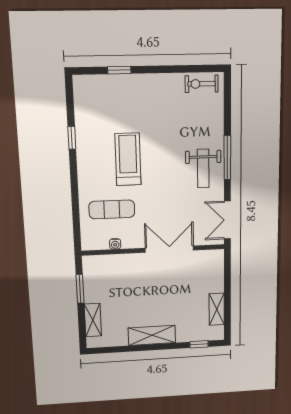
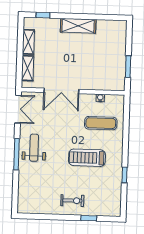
exercise bike: (202, 84) -> (72, 201), moved
treadmill: (128, 159) -> (87, 158), turned 90
shelving: (93, 320) -> (28, 68), moved

